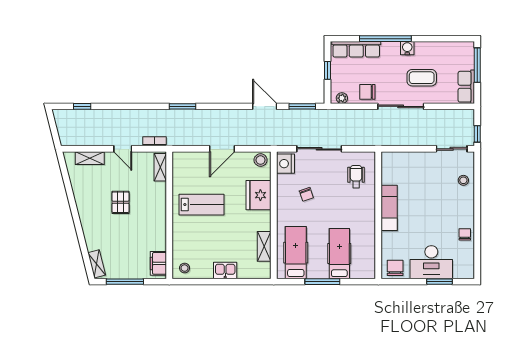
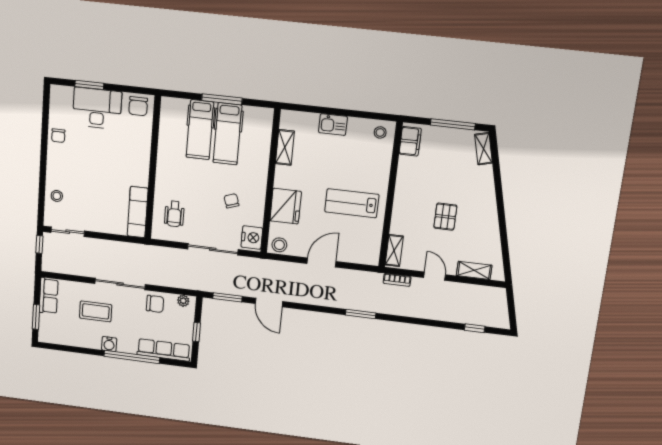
window: (477, 65) -> (36, 317), width x0.69
exam couch: (389, 208) -> (138, 212), moved
hospital bed: (296, 253) -> (227, 134), moved

